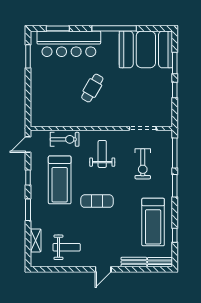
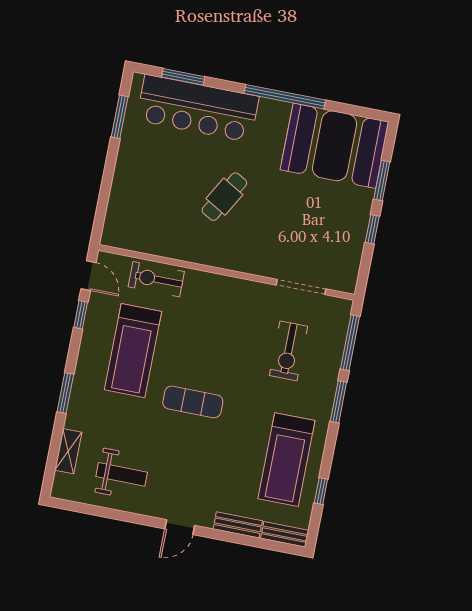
exercise bike: (65, 139) -> (156, 279), turned 180
door: (28, 145) -> (88, 276), swing flipped
weight bench: (102, 154) -> (219, 319), removed
window: (28, 177) -> (81, 315), moved

